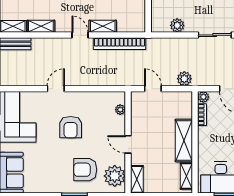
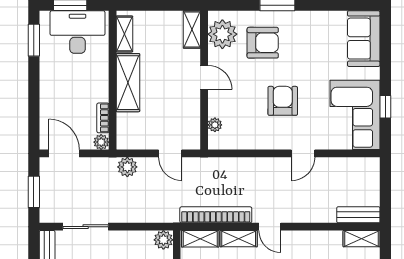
plant: (177, 25) -> (163, 240), moved
shelving: (41, 26) -> (200, 239), moved

